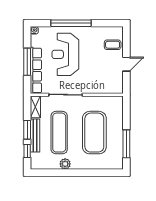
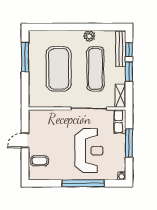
row of seats: (36, 70) -> (120, 122), width x0.50
bench: (35, 136) -> (121, 49), moved

